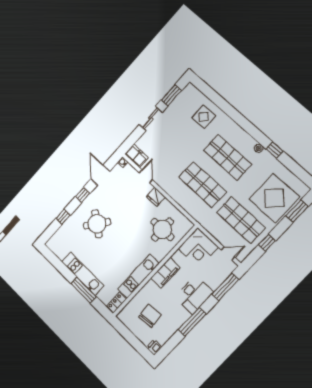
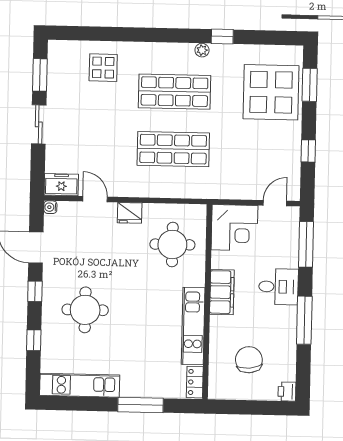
shop shelf: (241, 220) -> (255, 151), removed
round table: (97, 224) -> (85, 310), turned -37
kitchen unit: (83, 274) -> (80, 385), moved
desk: (194, 295) -> (278, 287), width x0.73

